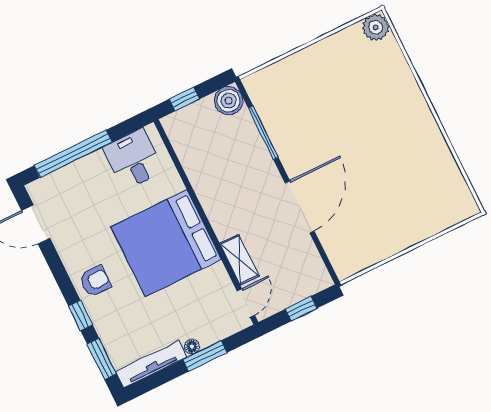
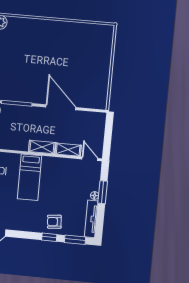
shelving: (218, 216) -> (42, 147), added
bed: (166, 243) -> (30, 177), width x0.49
armchair: (95, 281) -> (54, 222), moved, turned -95
window: (301, 309) -> (108, 135), removed

